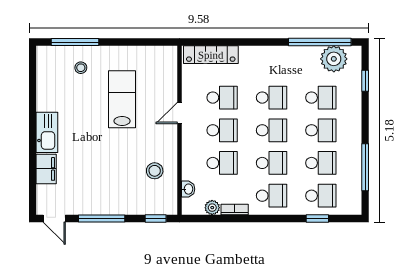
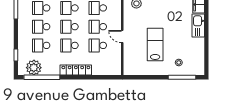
locker: (211, 55) -> (76, 70), moved
lab bench: (122, 99) -> (155, 44), turned 180
door: (179, 113) -> (122, 37), swing flipped

